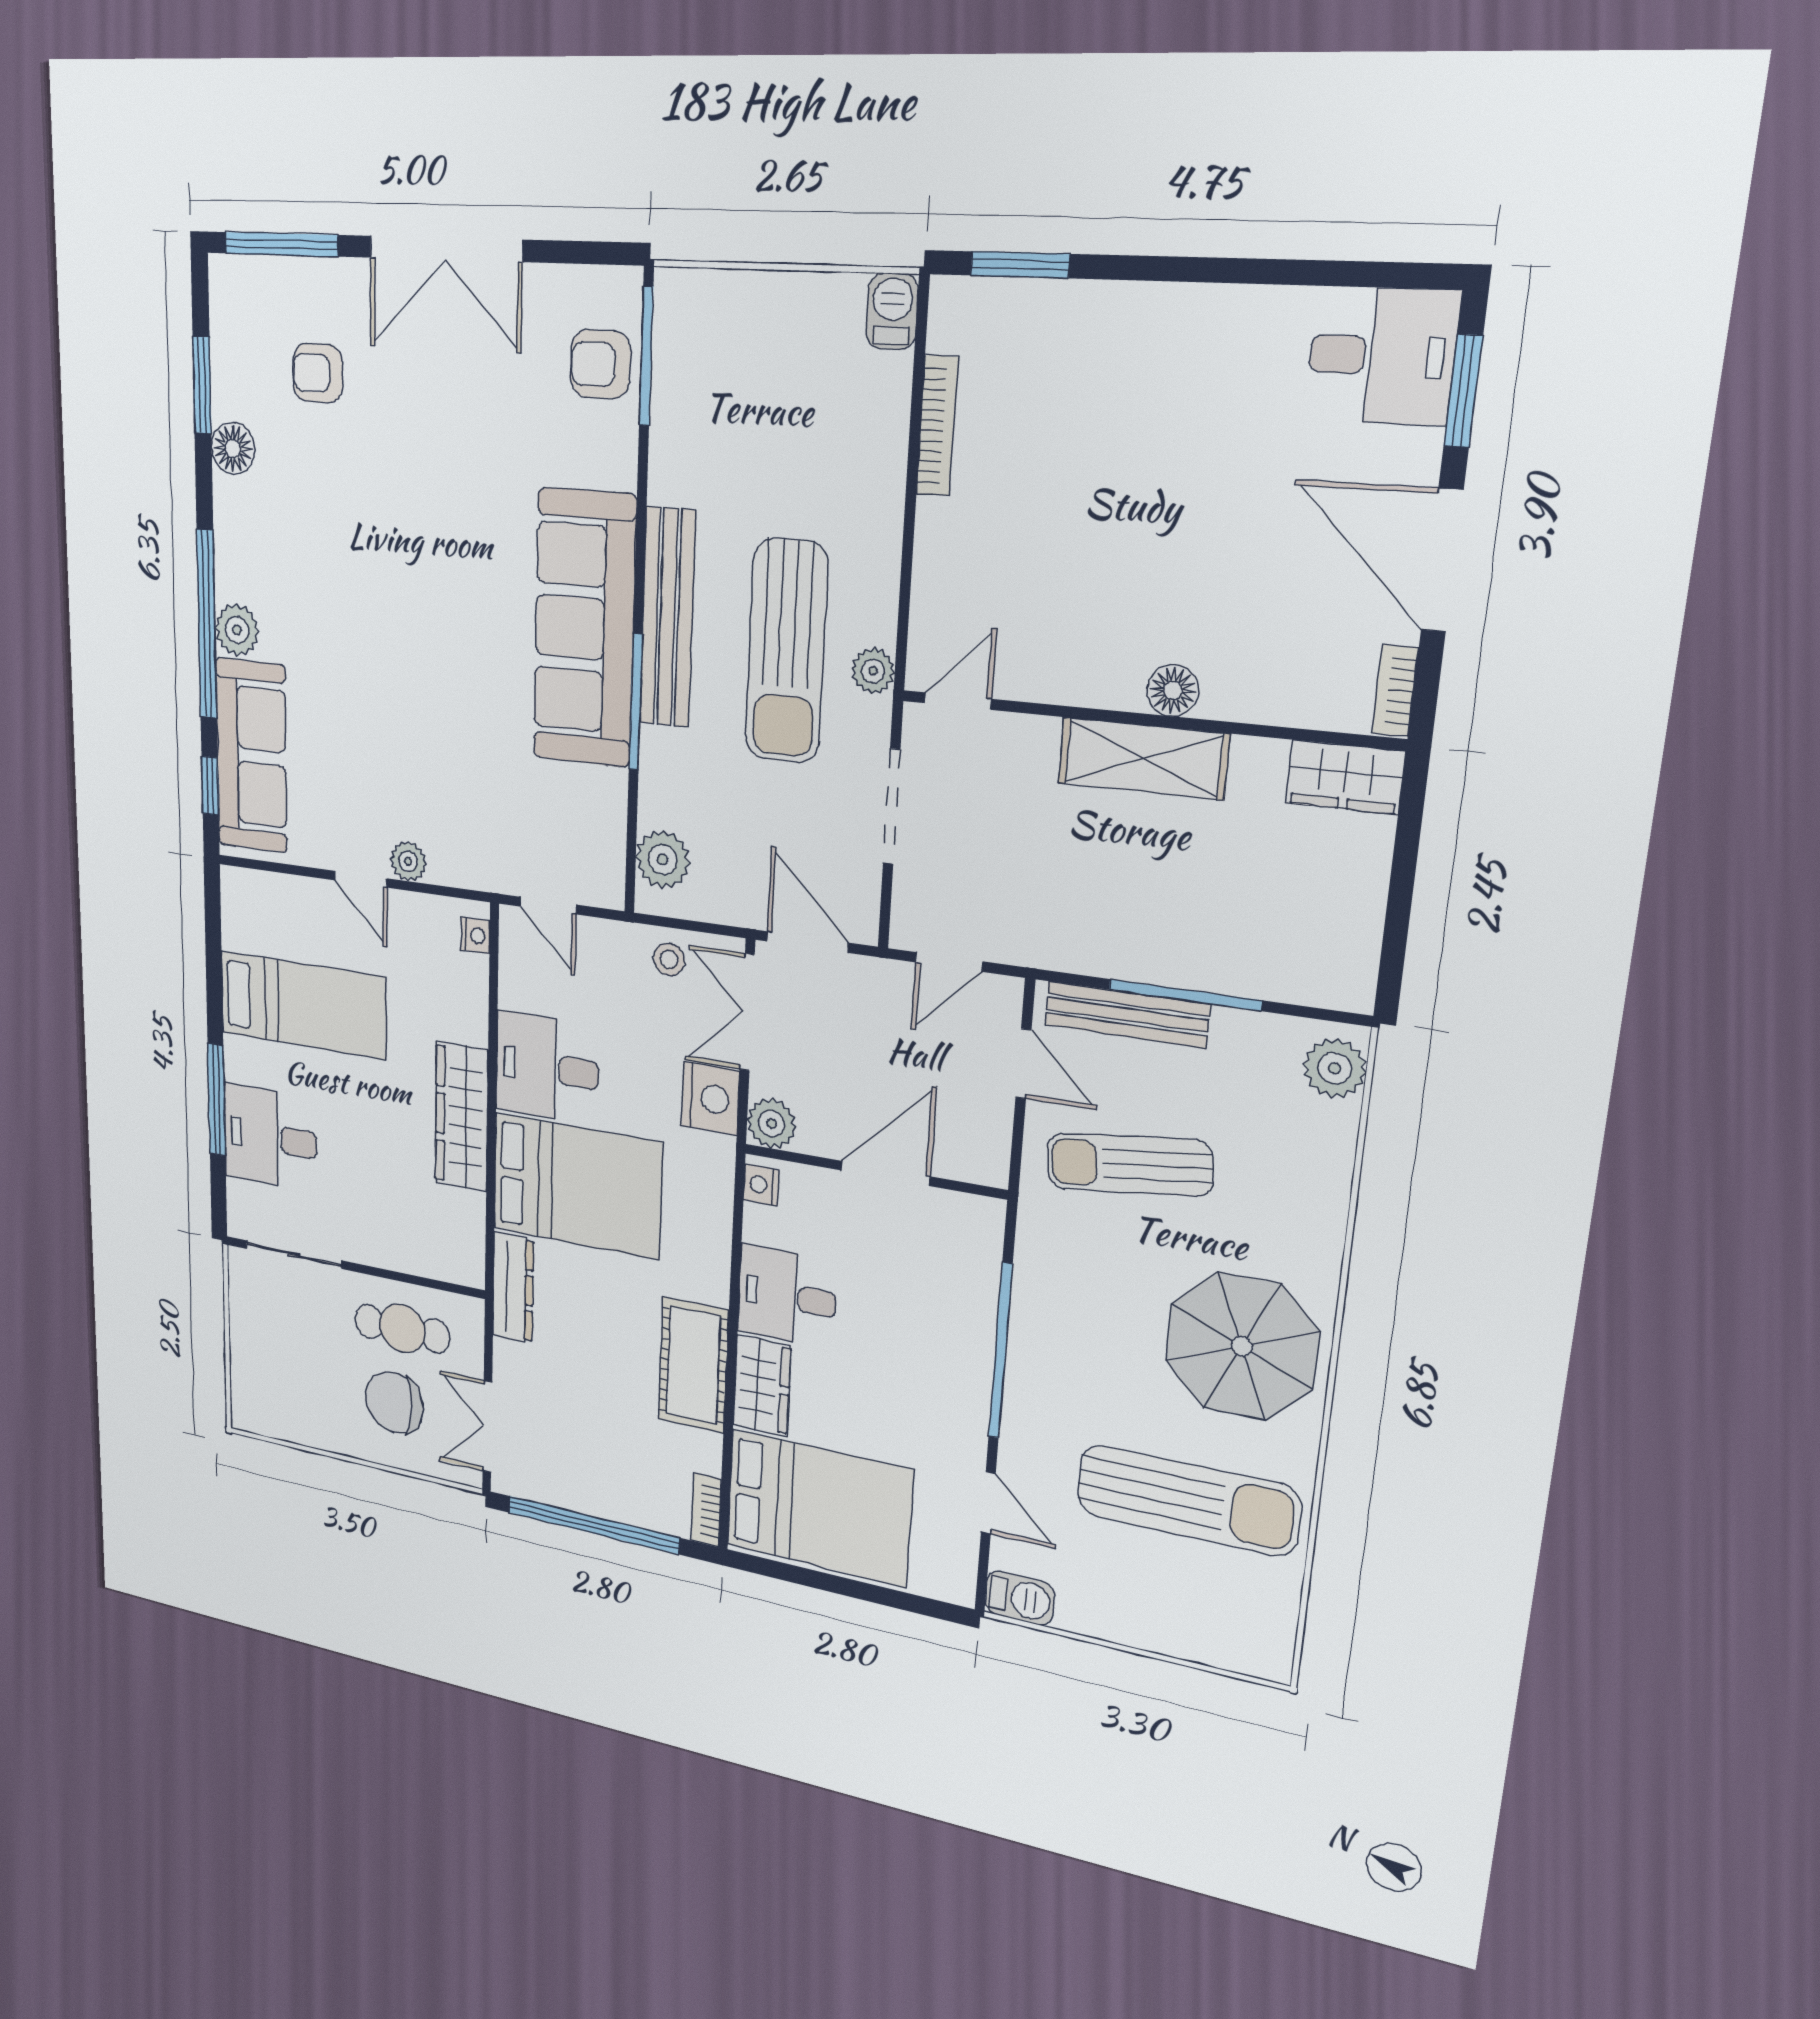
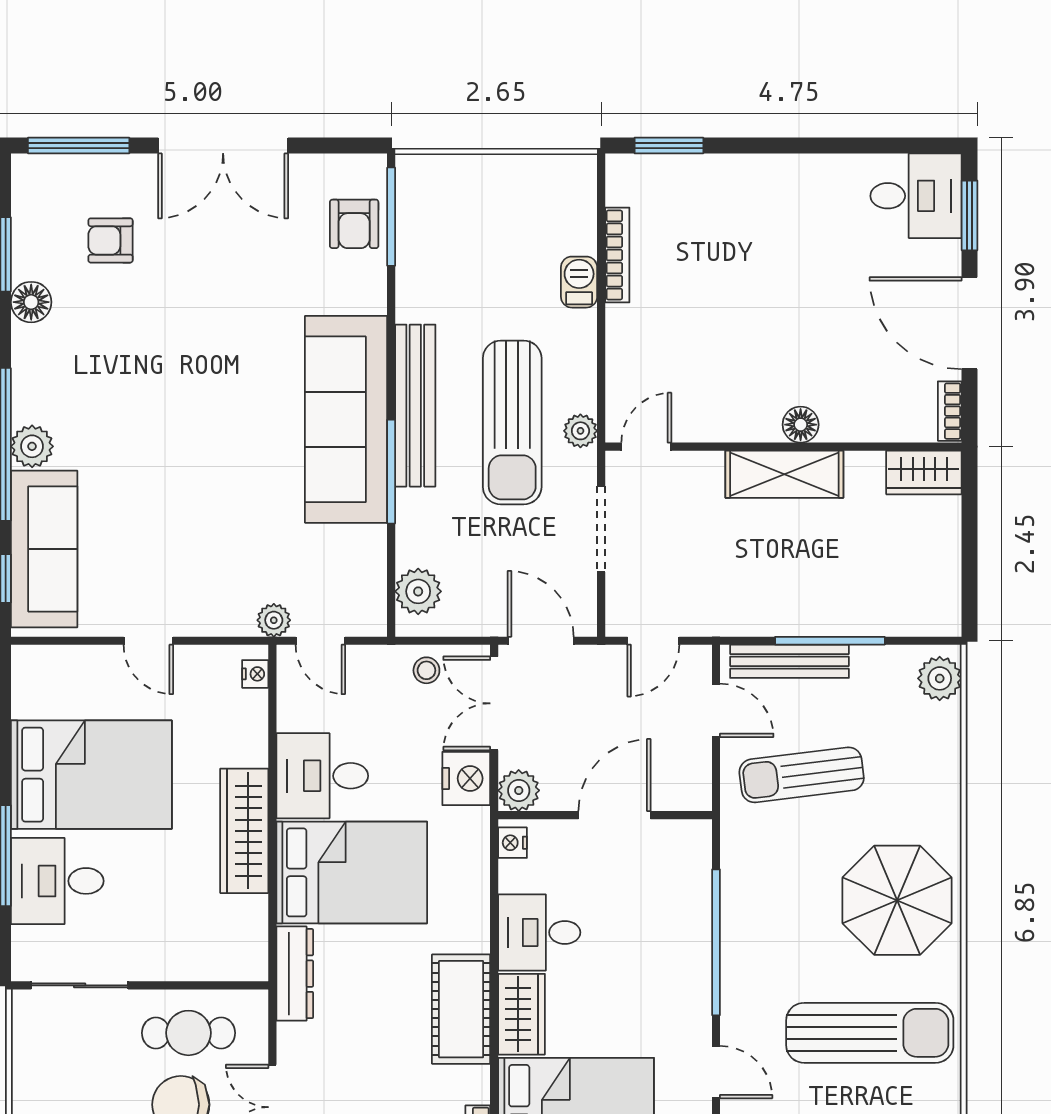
barbecue: (892, 311) -> (579, 282), moved
armchair: (600, 364) -> (354, 224), turned -90
plant: (408, 861) -> (274, 620), moved
bed: (303, 1005) -> (91, 775), width x1.50

